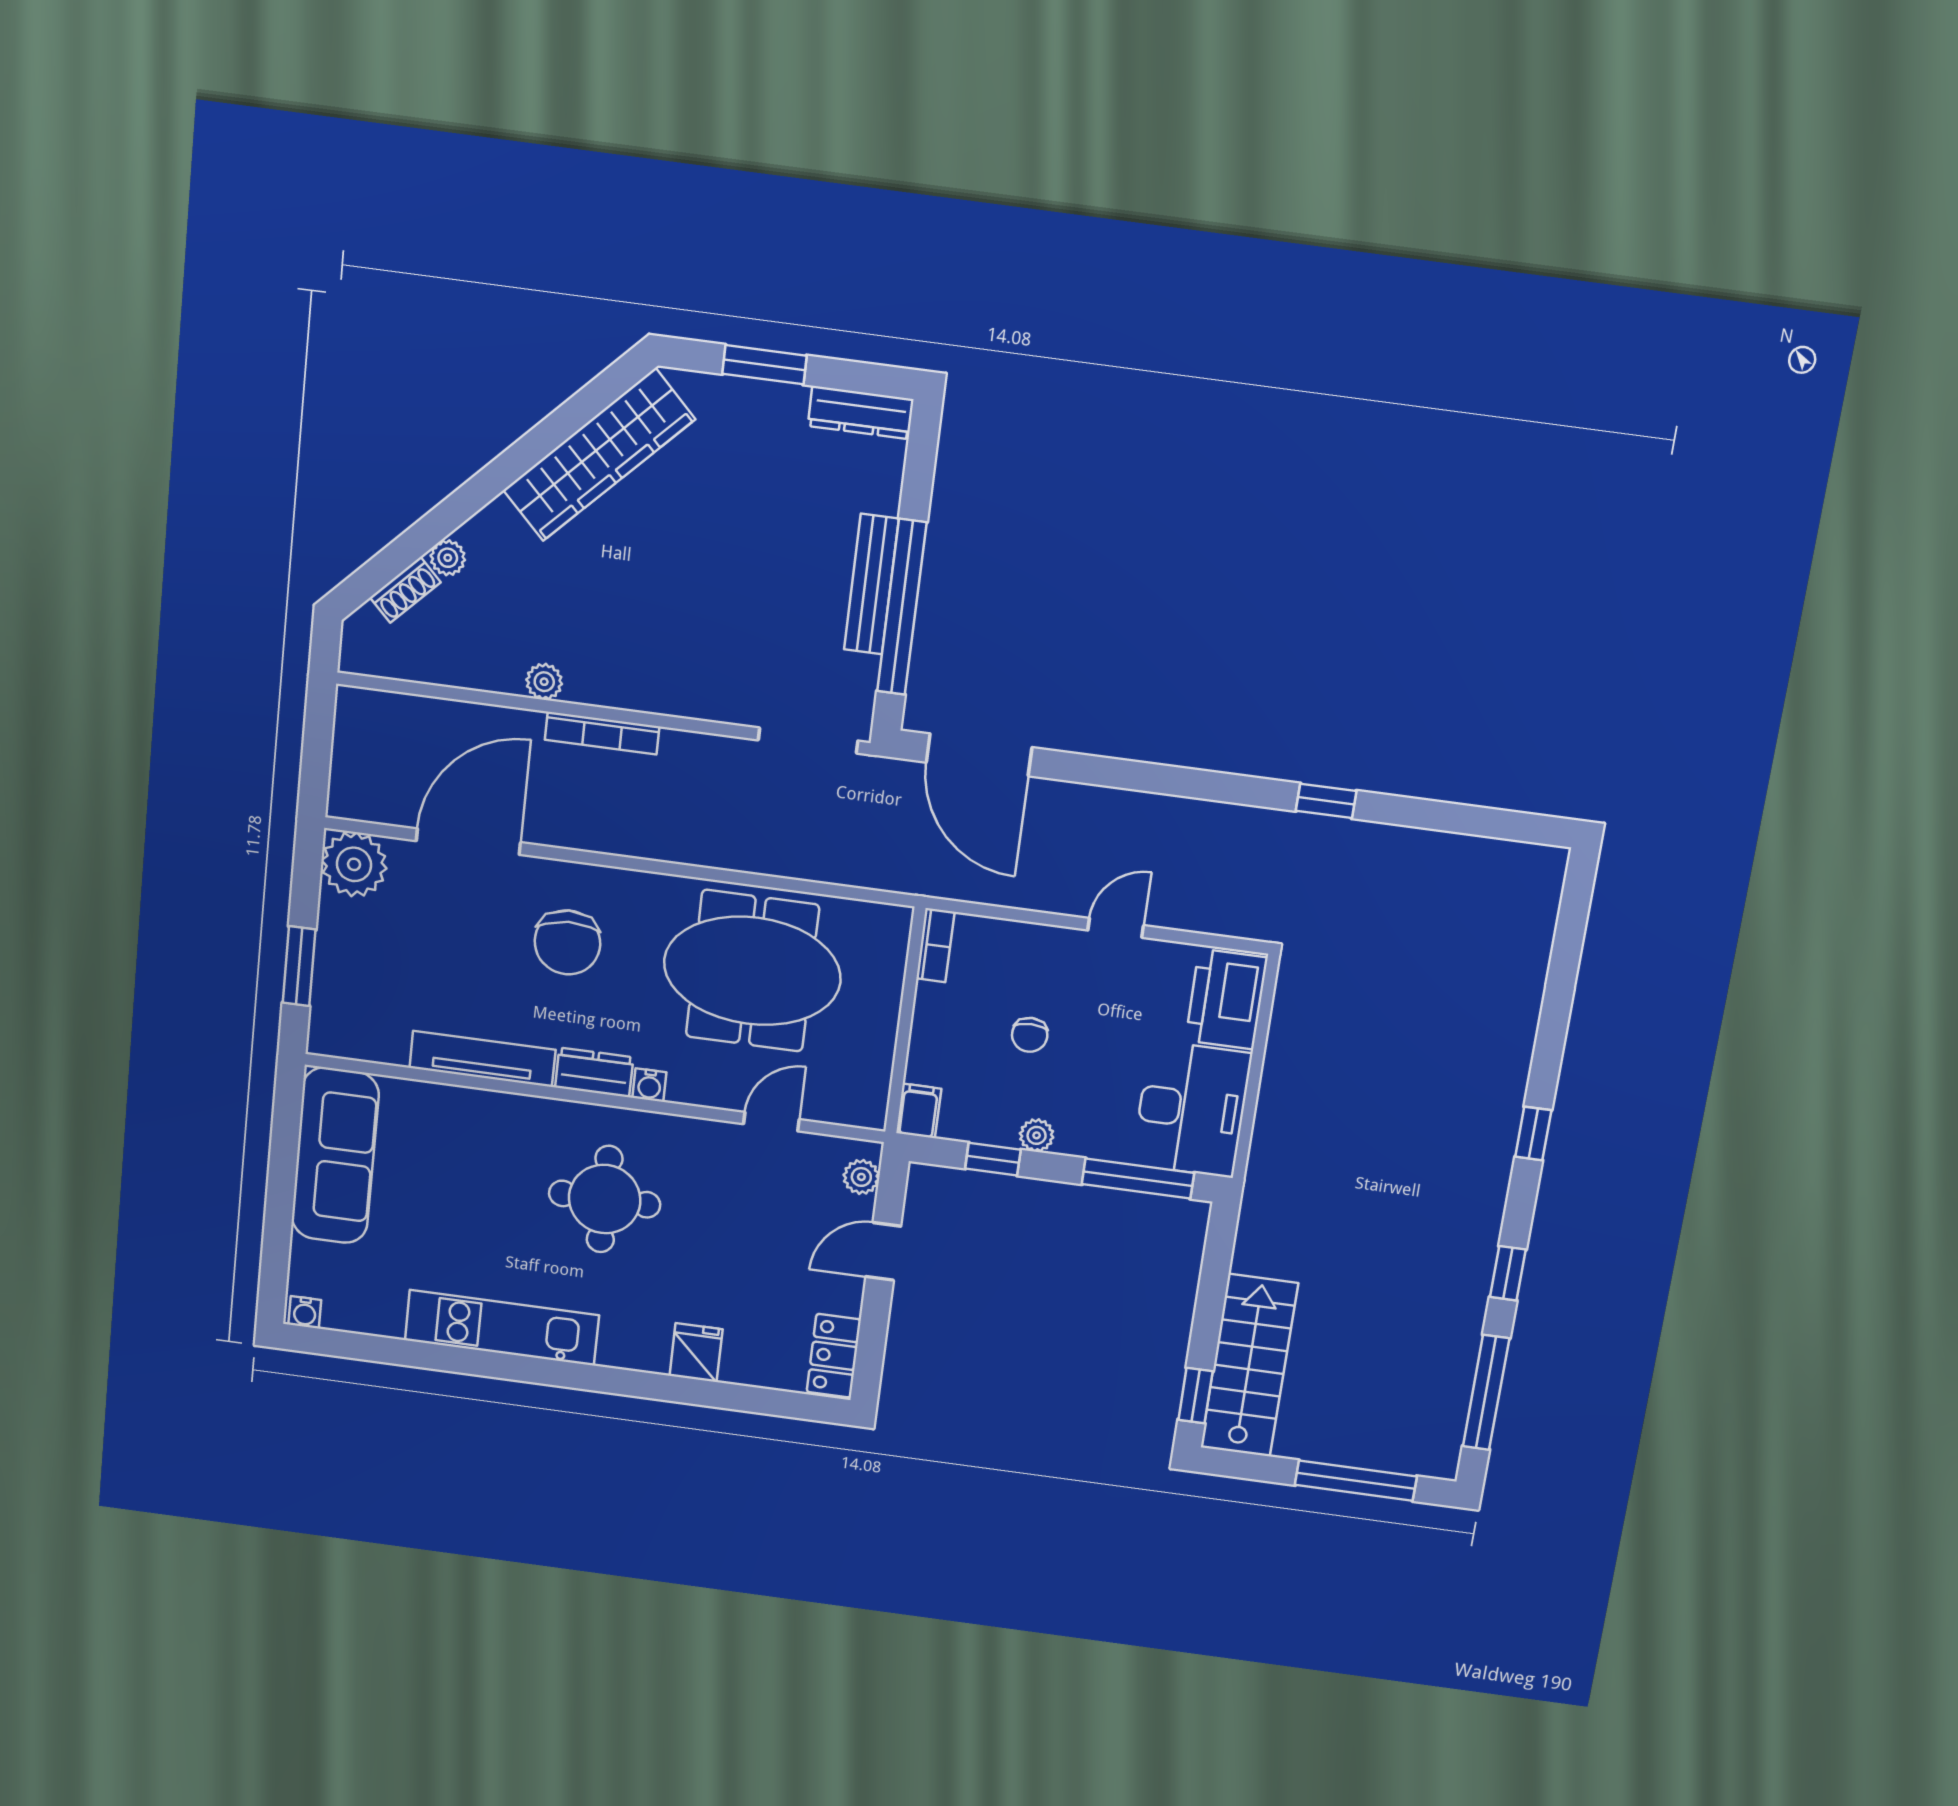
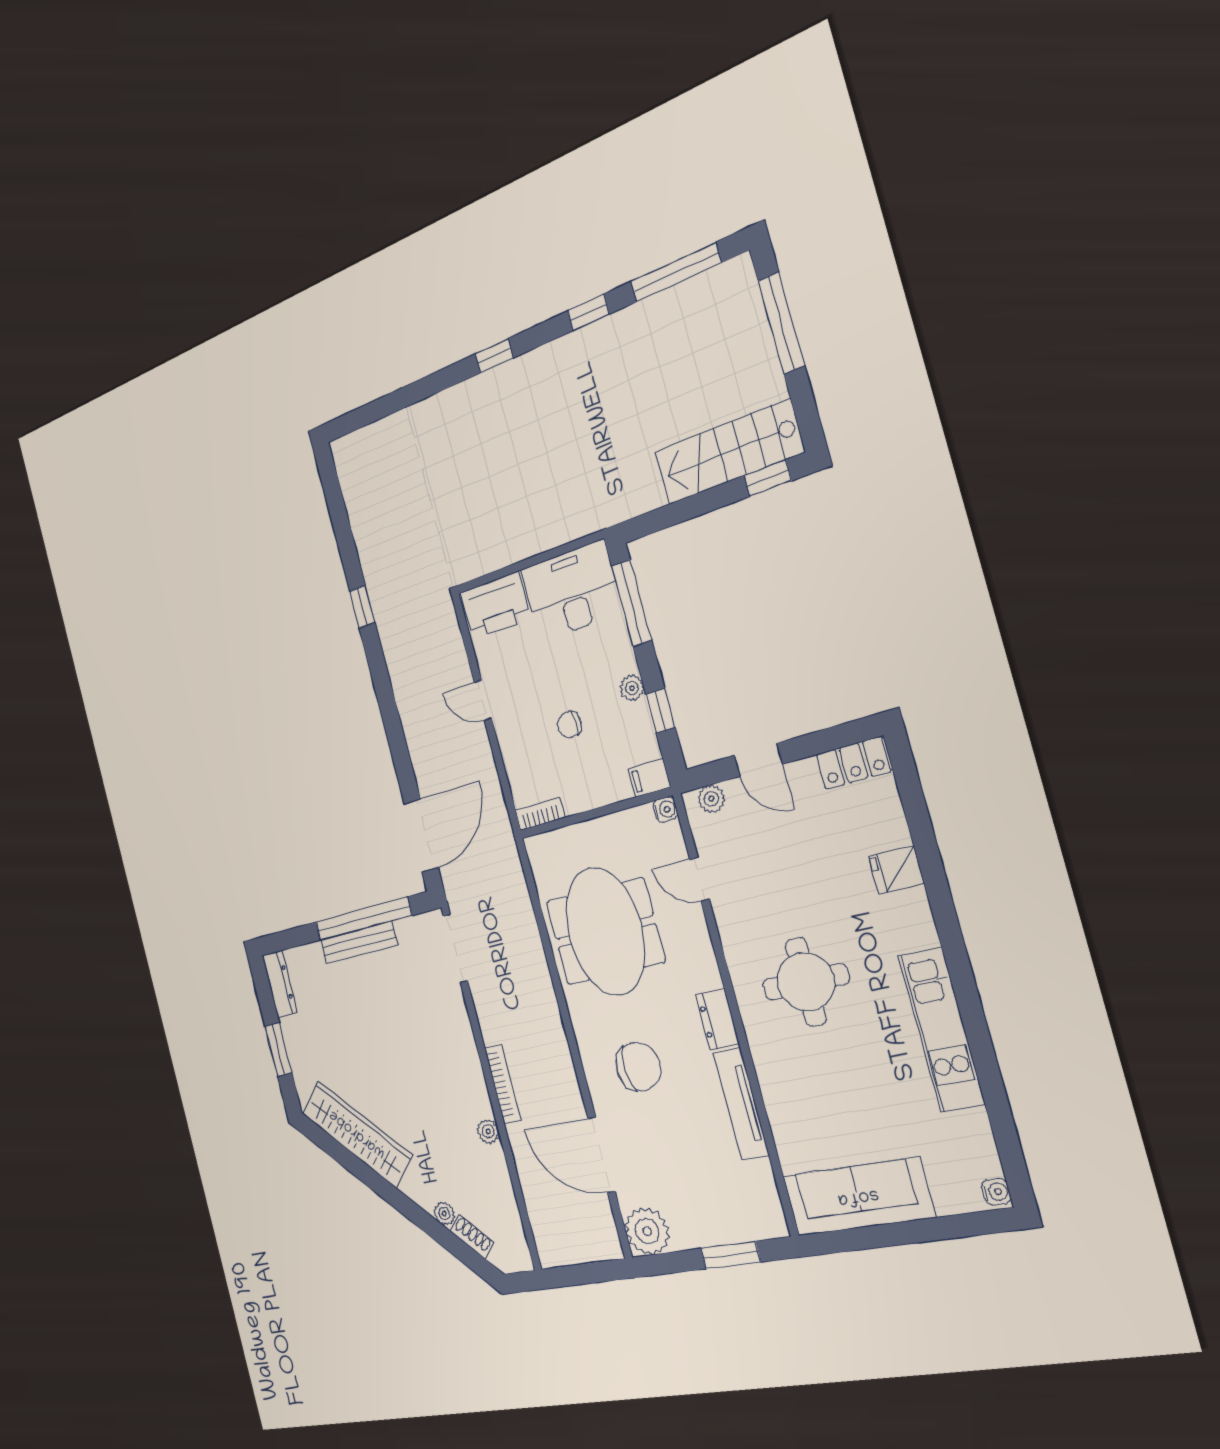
chair: (1030, 1035) -> (570, 725), turned 180
water cooler: (649, 1085) -> (665, 810), moved

